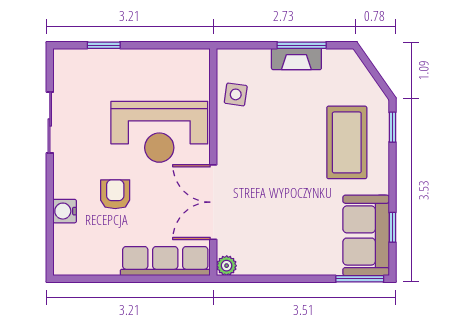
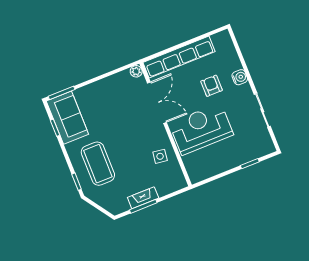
side table: (236, 94) -> (160, 156), moved
armchair: (115, 194) -> (212, 86), turned 180
water cooler: (65, 211) -> (240, 77), moved
row of seats: (165, 261) -> (179, 57), width x1.36

